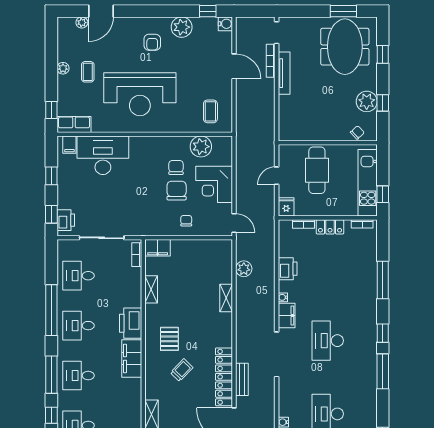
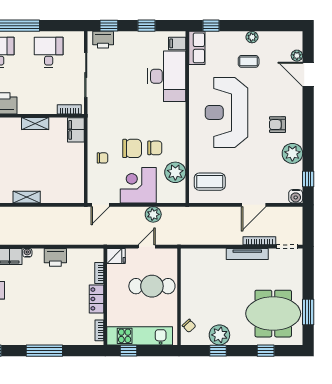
coffee table: (210, 111) -> (210, 182), width x1.36, depth x1.30
door: (277, 176) -> (147, 247), hinge flipped
plant: (244, 269) -> (153, 214), moved

